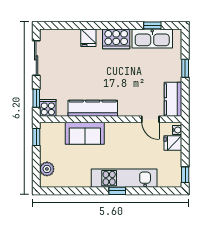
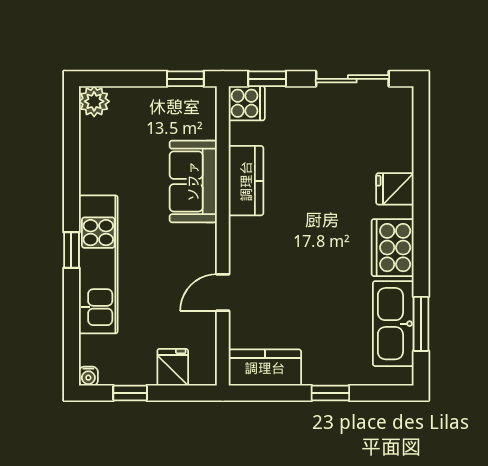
window: (152, 25) -> (421, 324), width x1.50
kitchen counter: (93, 108) -> (246, 181), width x0.67
door: (150, 119) -> (223, 293), moved
water cooler: (177, 130) -> (88, 376), moved
plant: (47, 169) -> (94, 101), moved
window: (185, 175) -> (130, 393), moved

